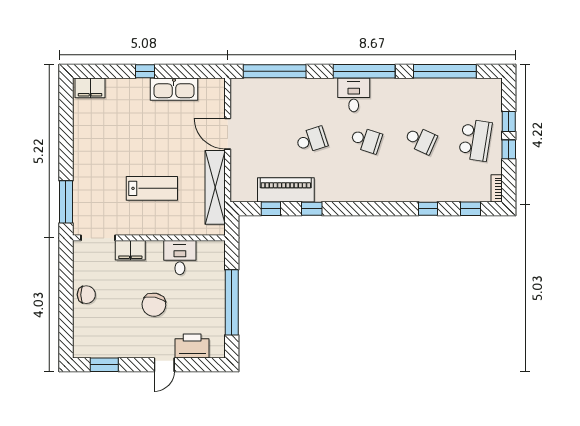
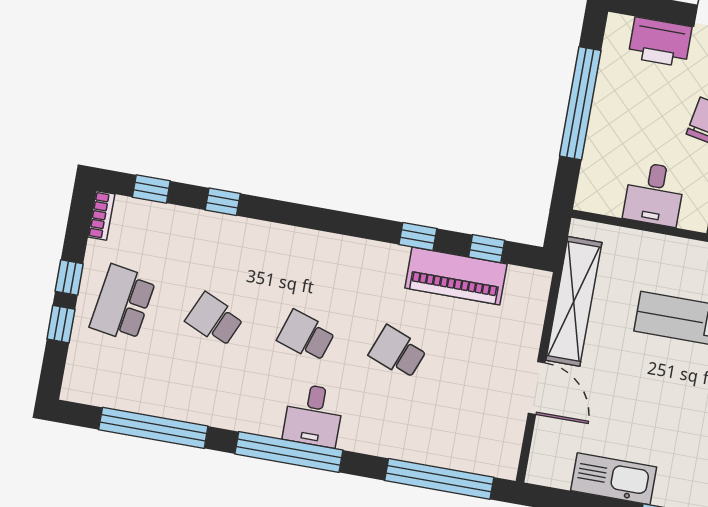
school desk: (312, 140) -> (398, 352), turned 39

